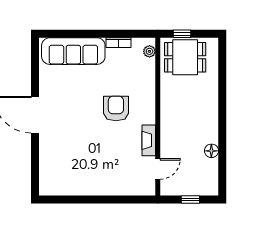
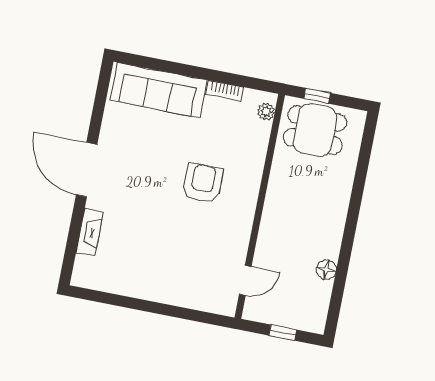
fireplace: (149, 140) -> (90, 232), moved, turned 180

